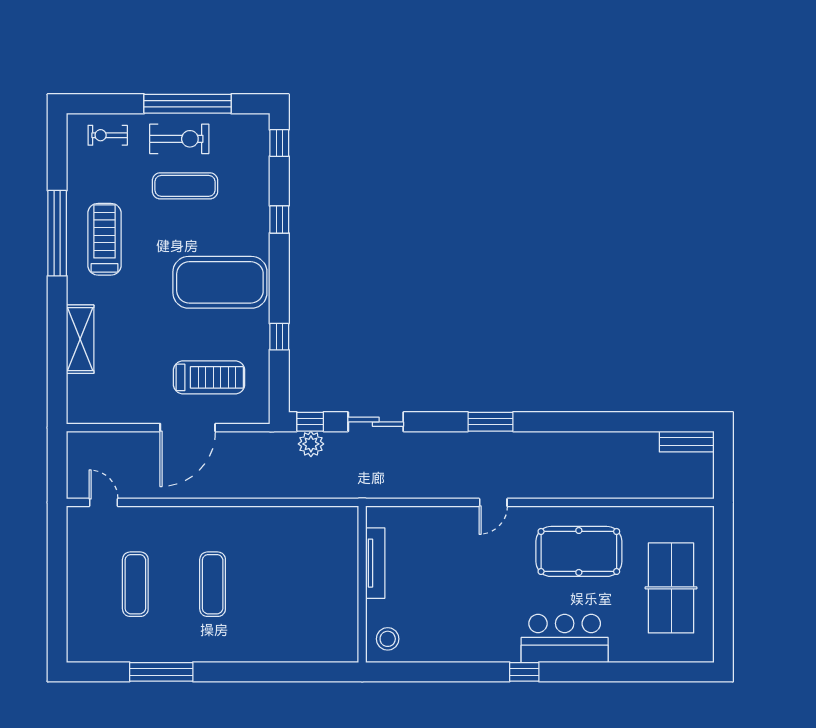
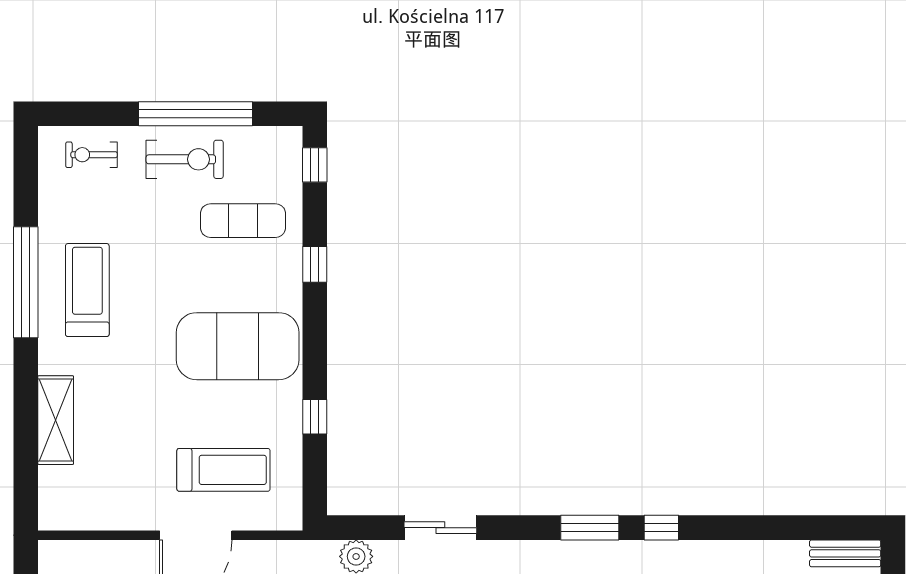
exercise mat: (185, 186) -> (243, 221), moved
window: (310, 422) -> (661, 528), moved

